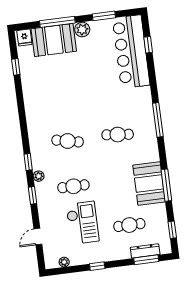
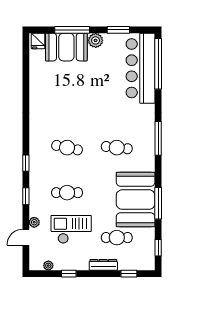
window: (148, 45) -> (158, 64), width x3.17
window: (16, 67) -> (26, 69), removed
plant: (39, 176) -> (34, 222), moved
booth: (149, 184) -> (136, 200), width x1.36, depth x1.42
checkout: (82, 223) -> (71, 229), turned -90
dresser: (145, 251) -> (103, 265), moved
window: (146, 260) -> (129, 274), width x0.67
window: (97, 266) -> (69, 274), moved

